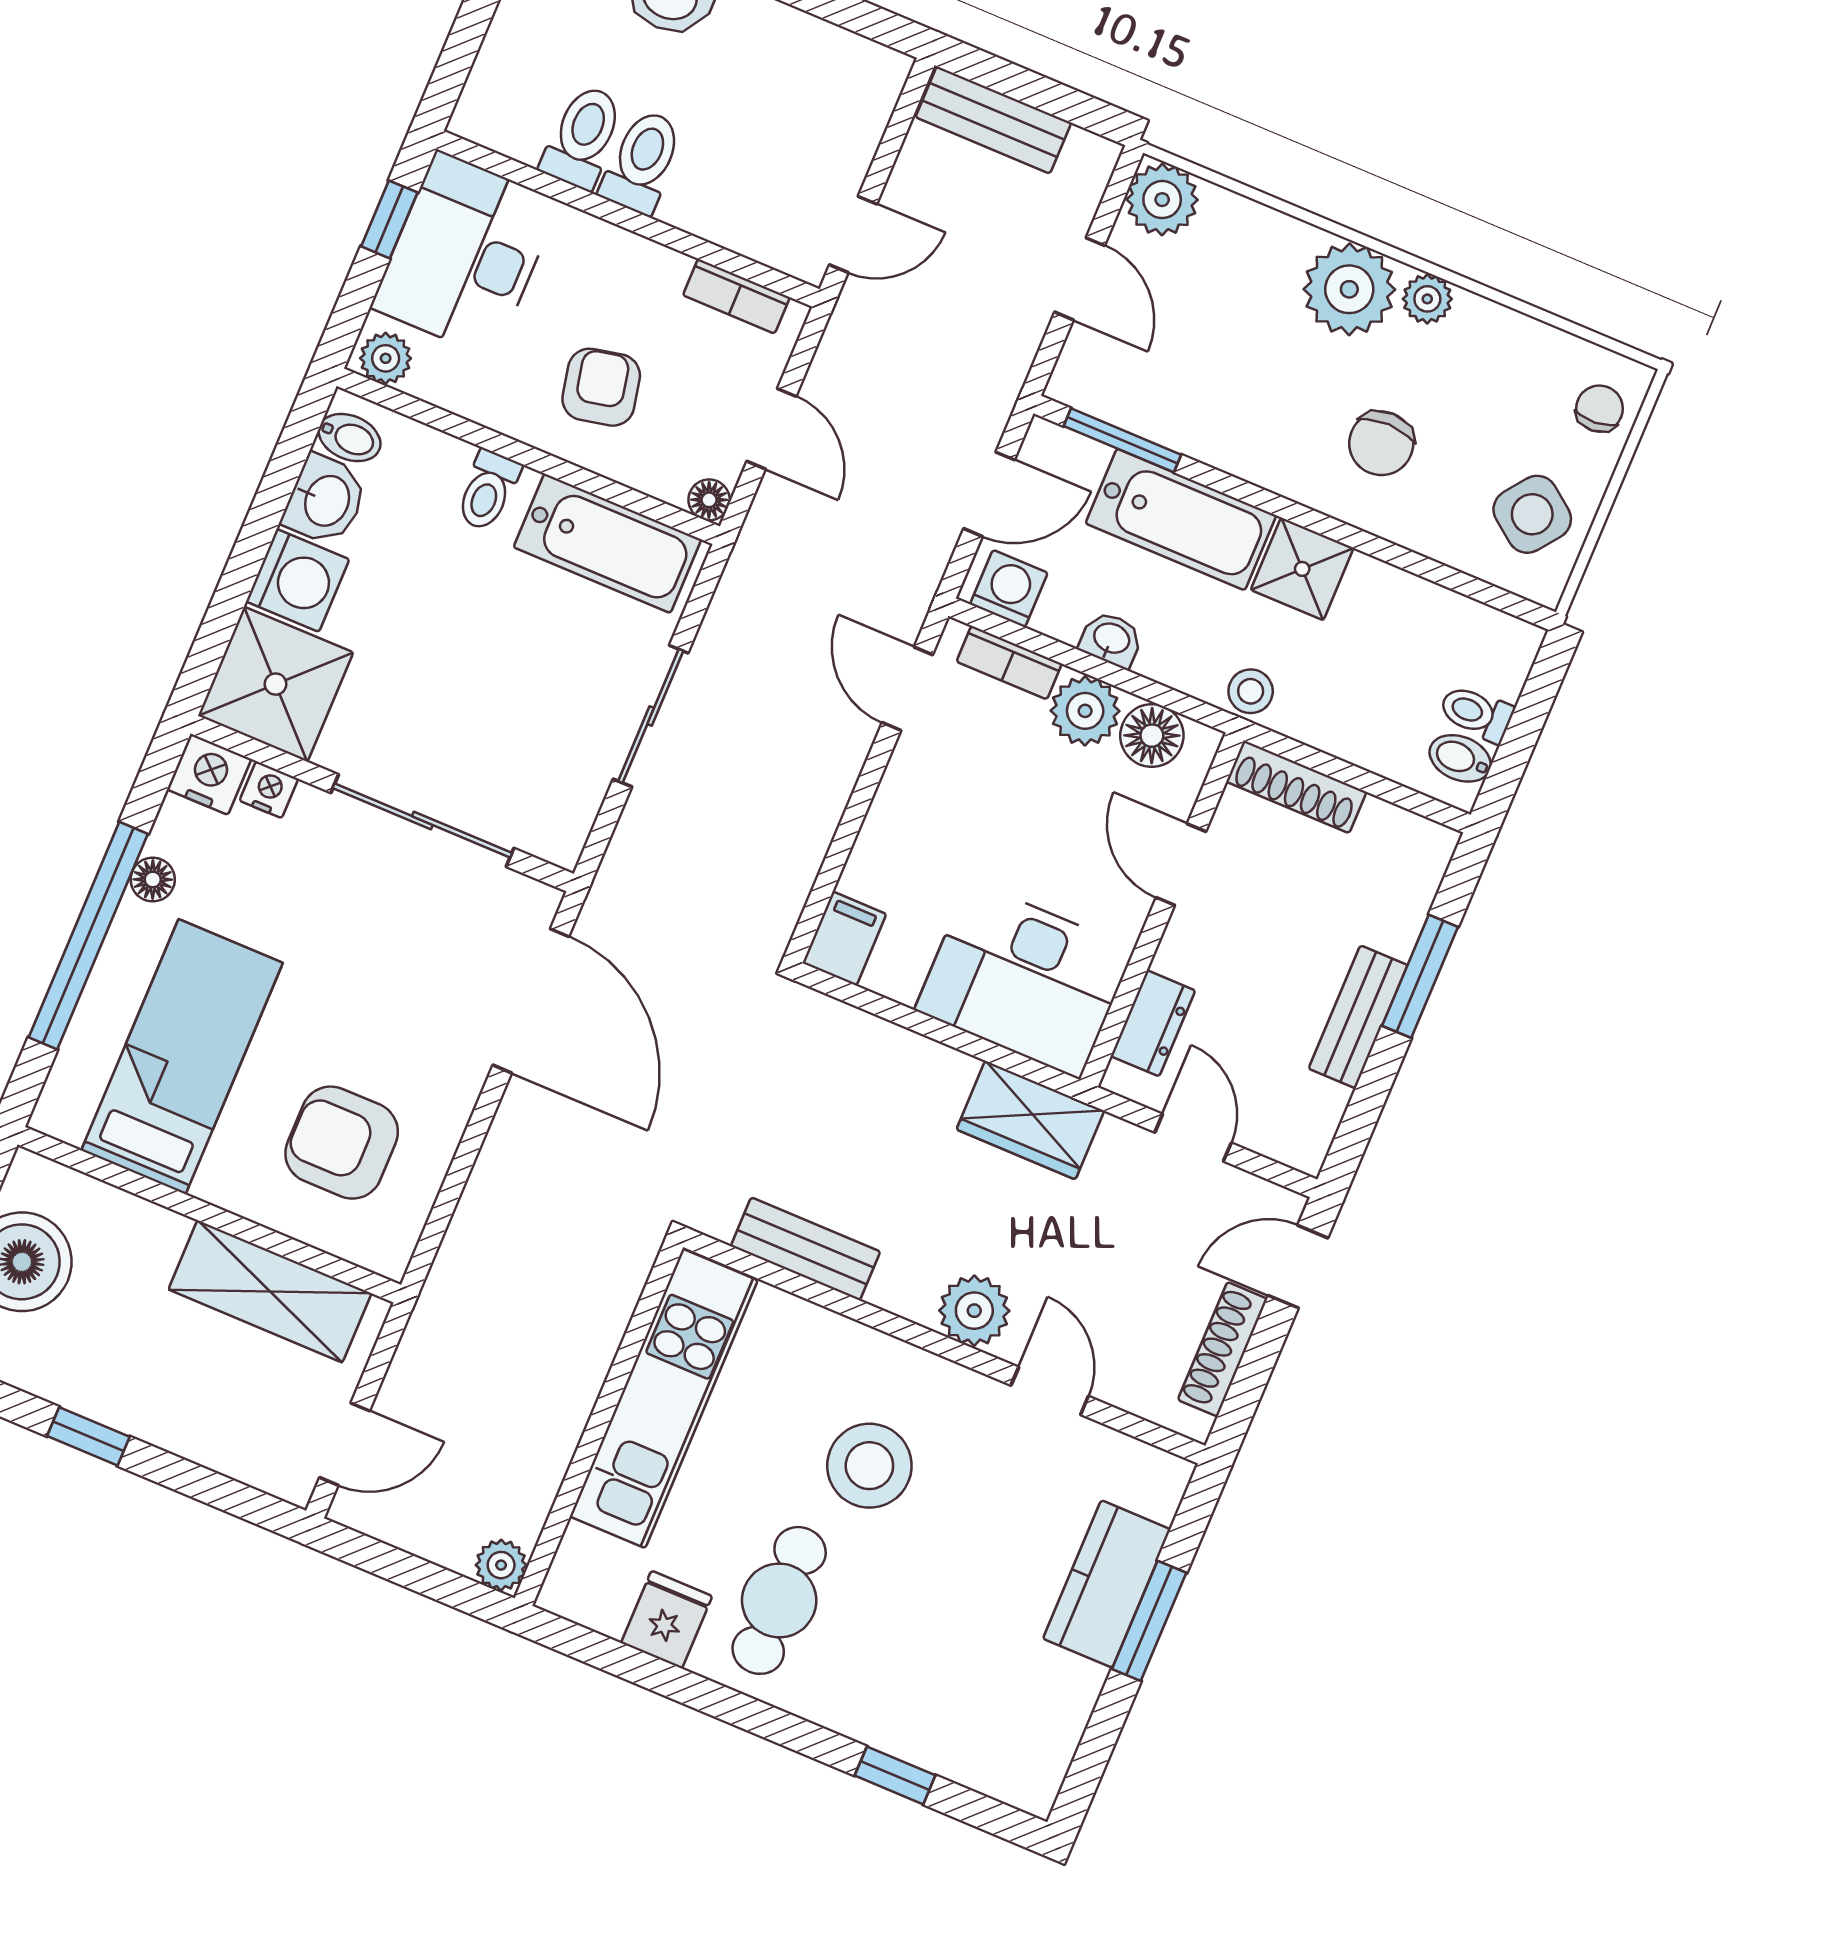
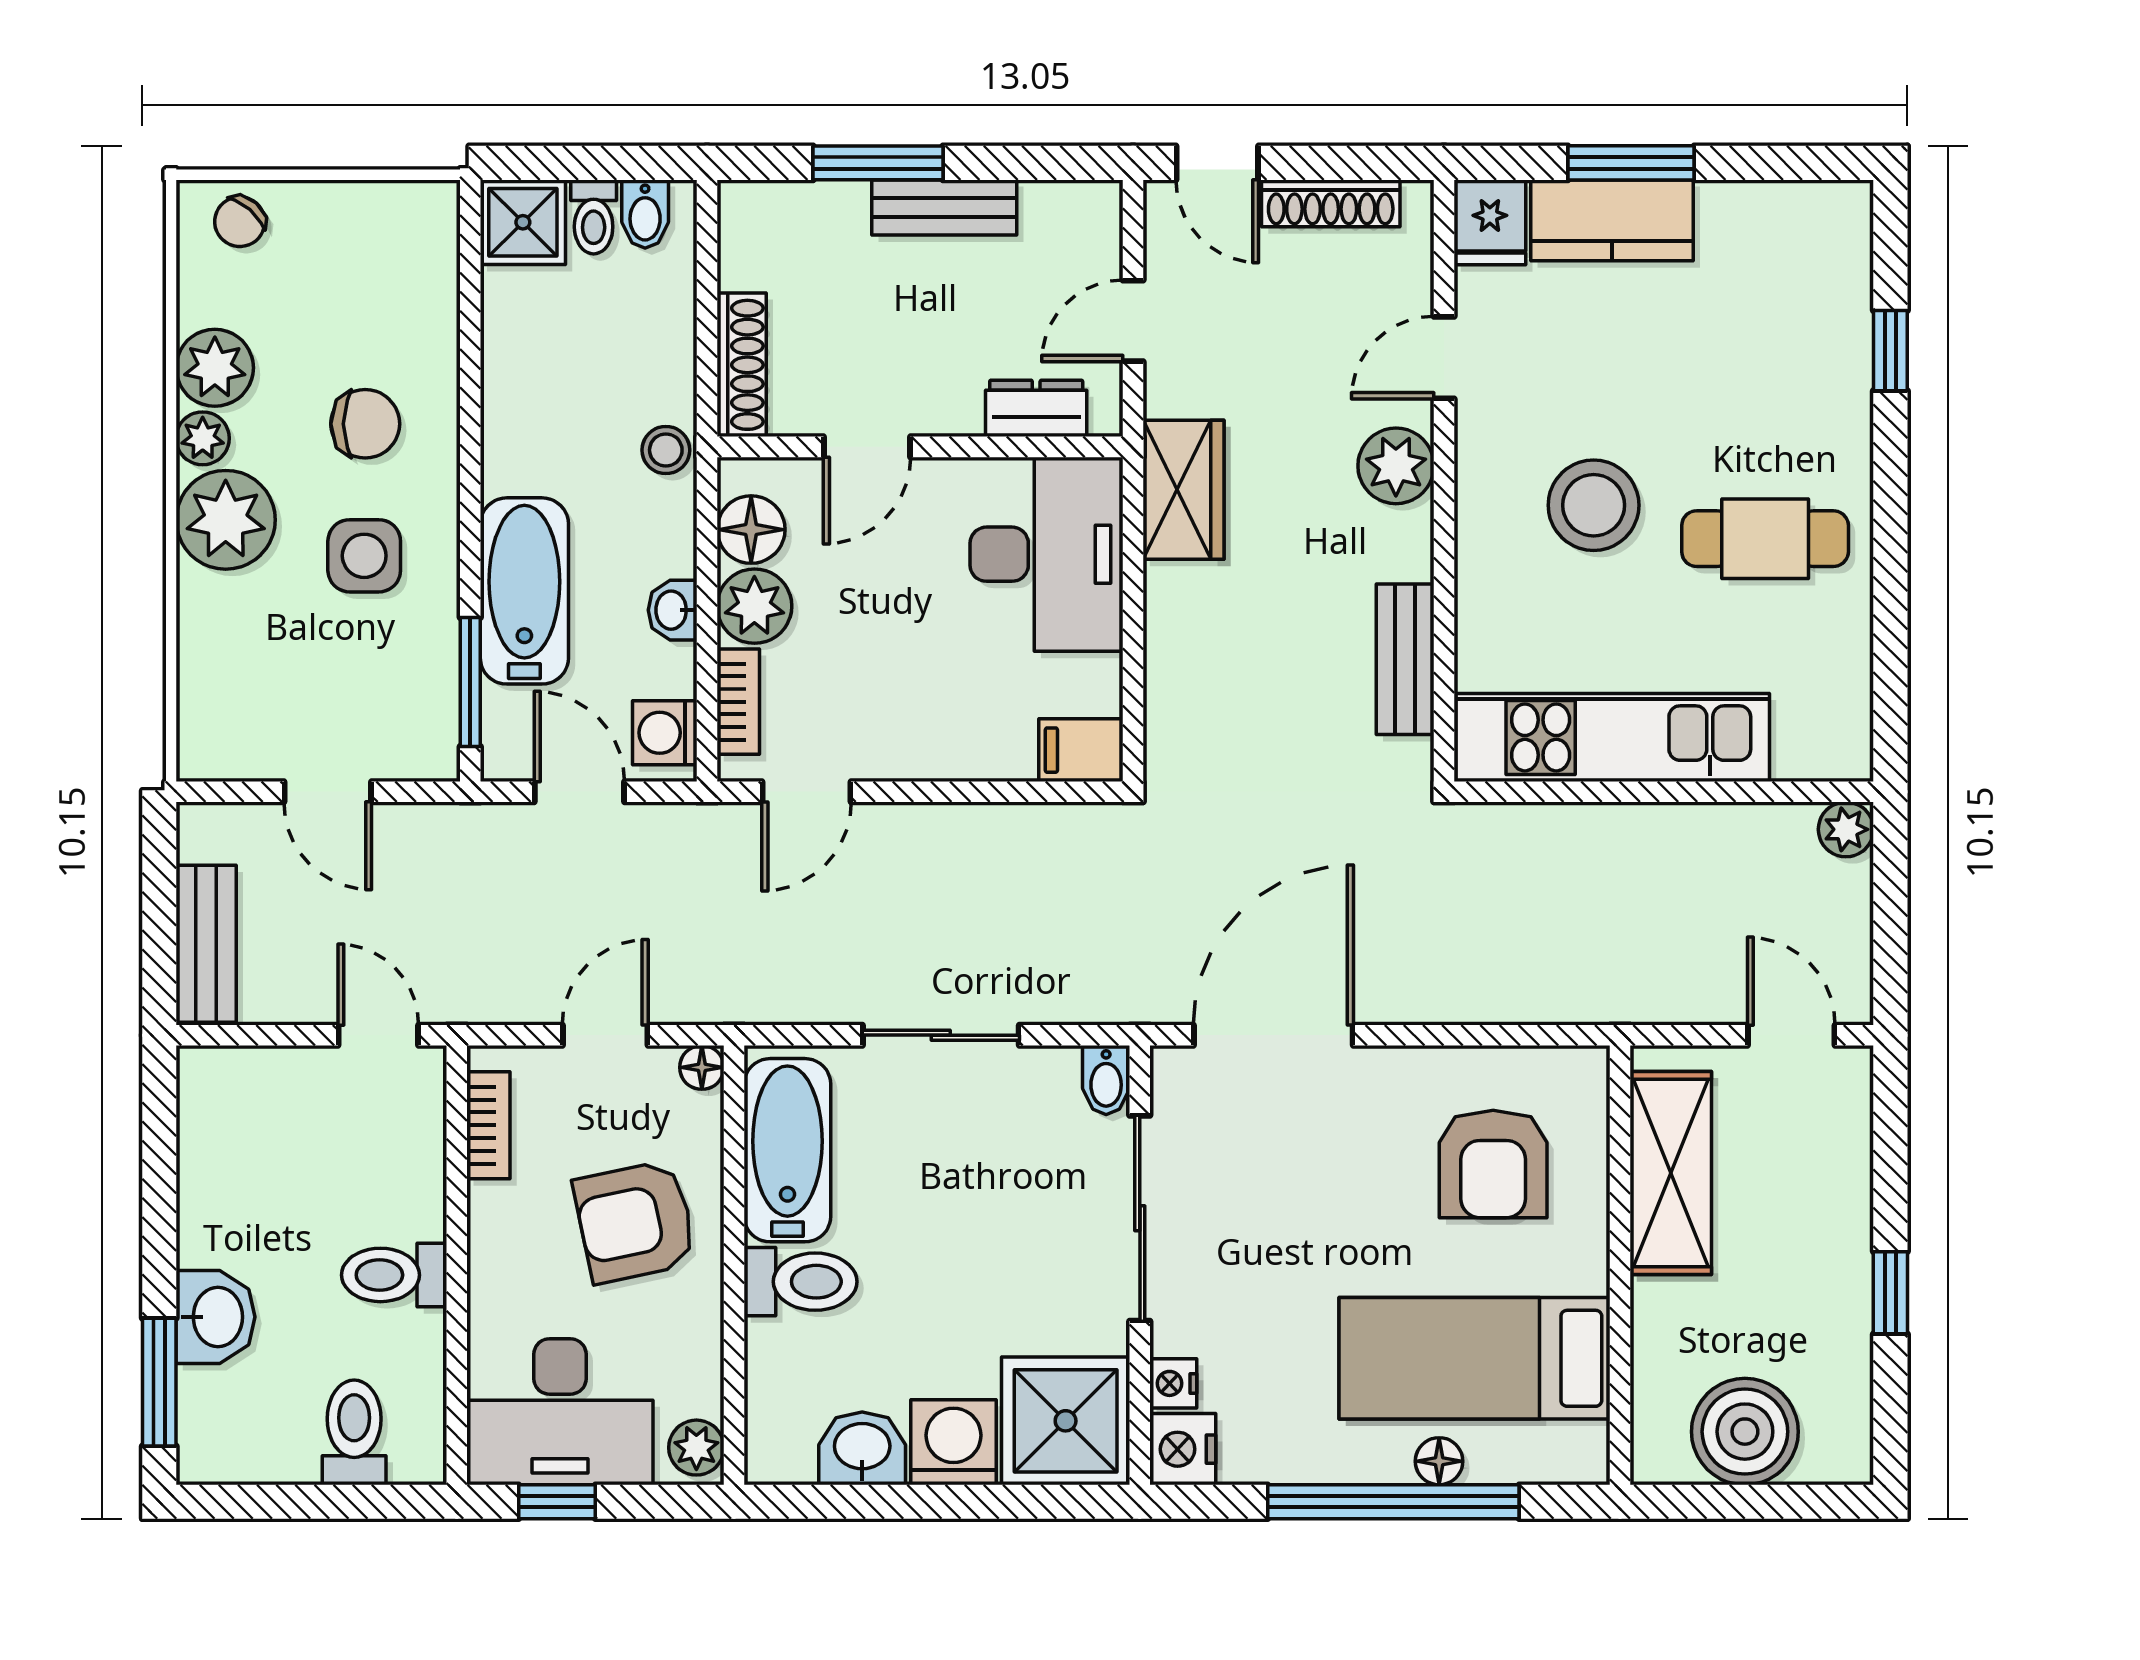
toilet: (583, 137) -> (354, 1432), moved, turned 90
plant: (1162, 200) -> (215, 368), moved
door: (1080, 279) -> (328, 792), swing flipped
armchair: (601, 387) -> (635, 1222), width x1.38, depth x1.38
chair: (1599, 409) -> (240, 222), turned -45
bidet: (350, 438) -> (1106, 1080), moved, turned 180
toilet: (488, 490) -> (801, 1282), width x1.37, depth x1.39
side table: (1532, 514) -> (364, 556), moved, turned -37
shower: (1302, 569) -> (523, 222), moved
floor lamp: (153, 880) -> (1439, 1461), moved
fridge: (667, 1620) -> (1490, 222), moved, turned -90

